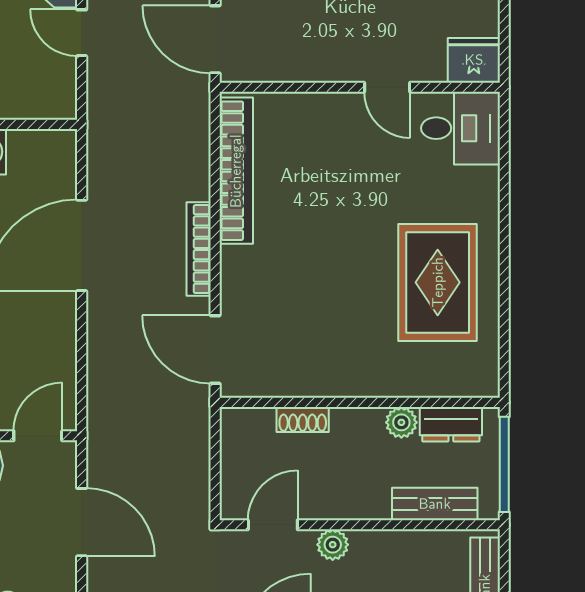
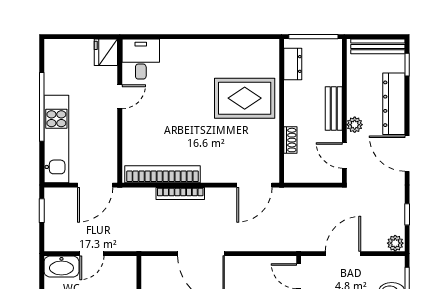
bookcase: (199, 249) -> (180, 193), moved
rug: (438, 282) -> (245, 98), moved
plant: (401, 422) -> (292, 89), removed
bench: (435, 504) -> (334, 108), moved

